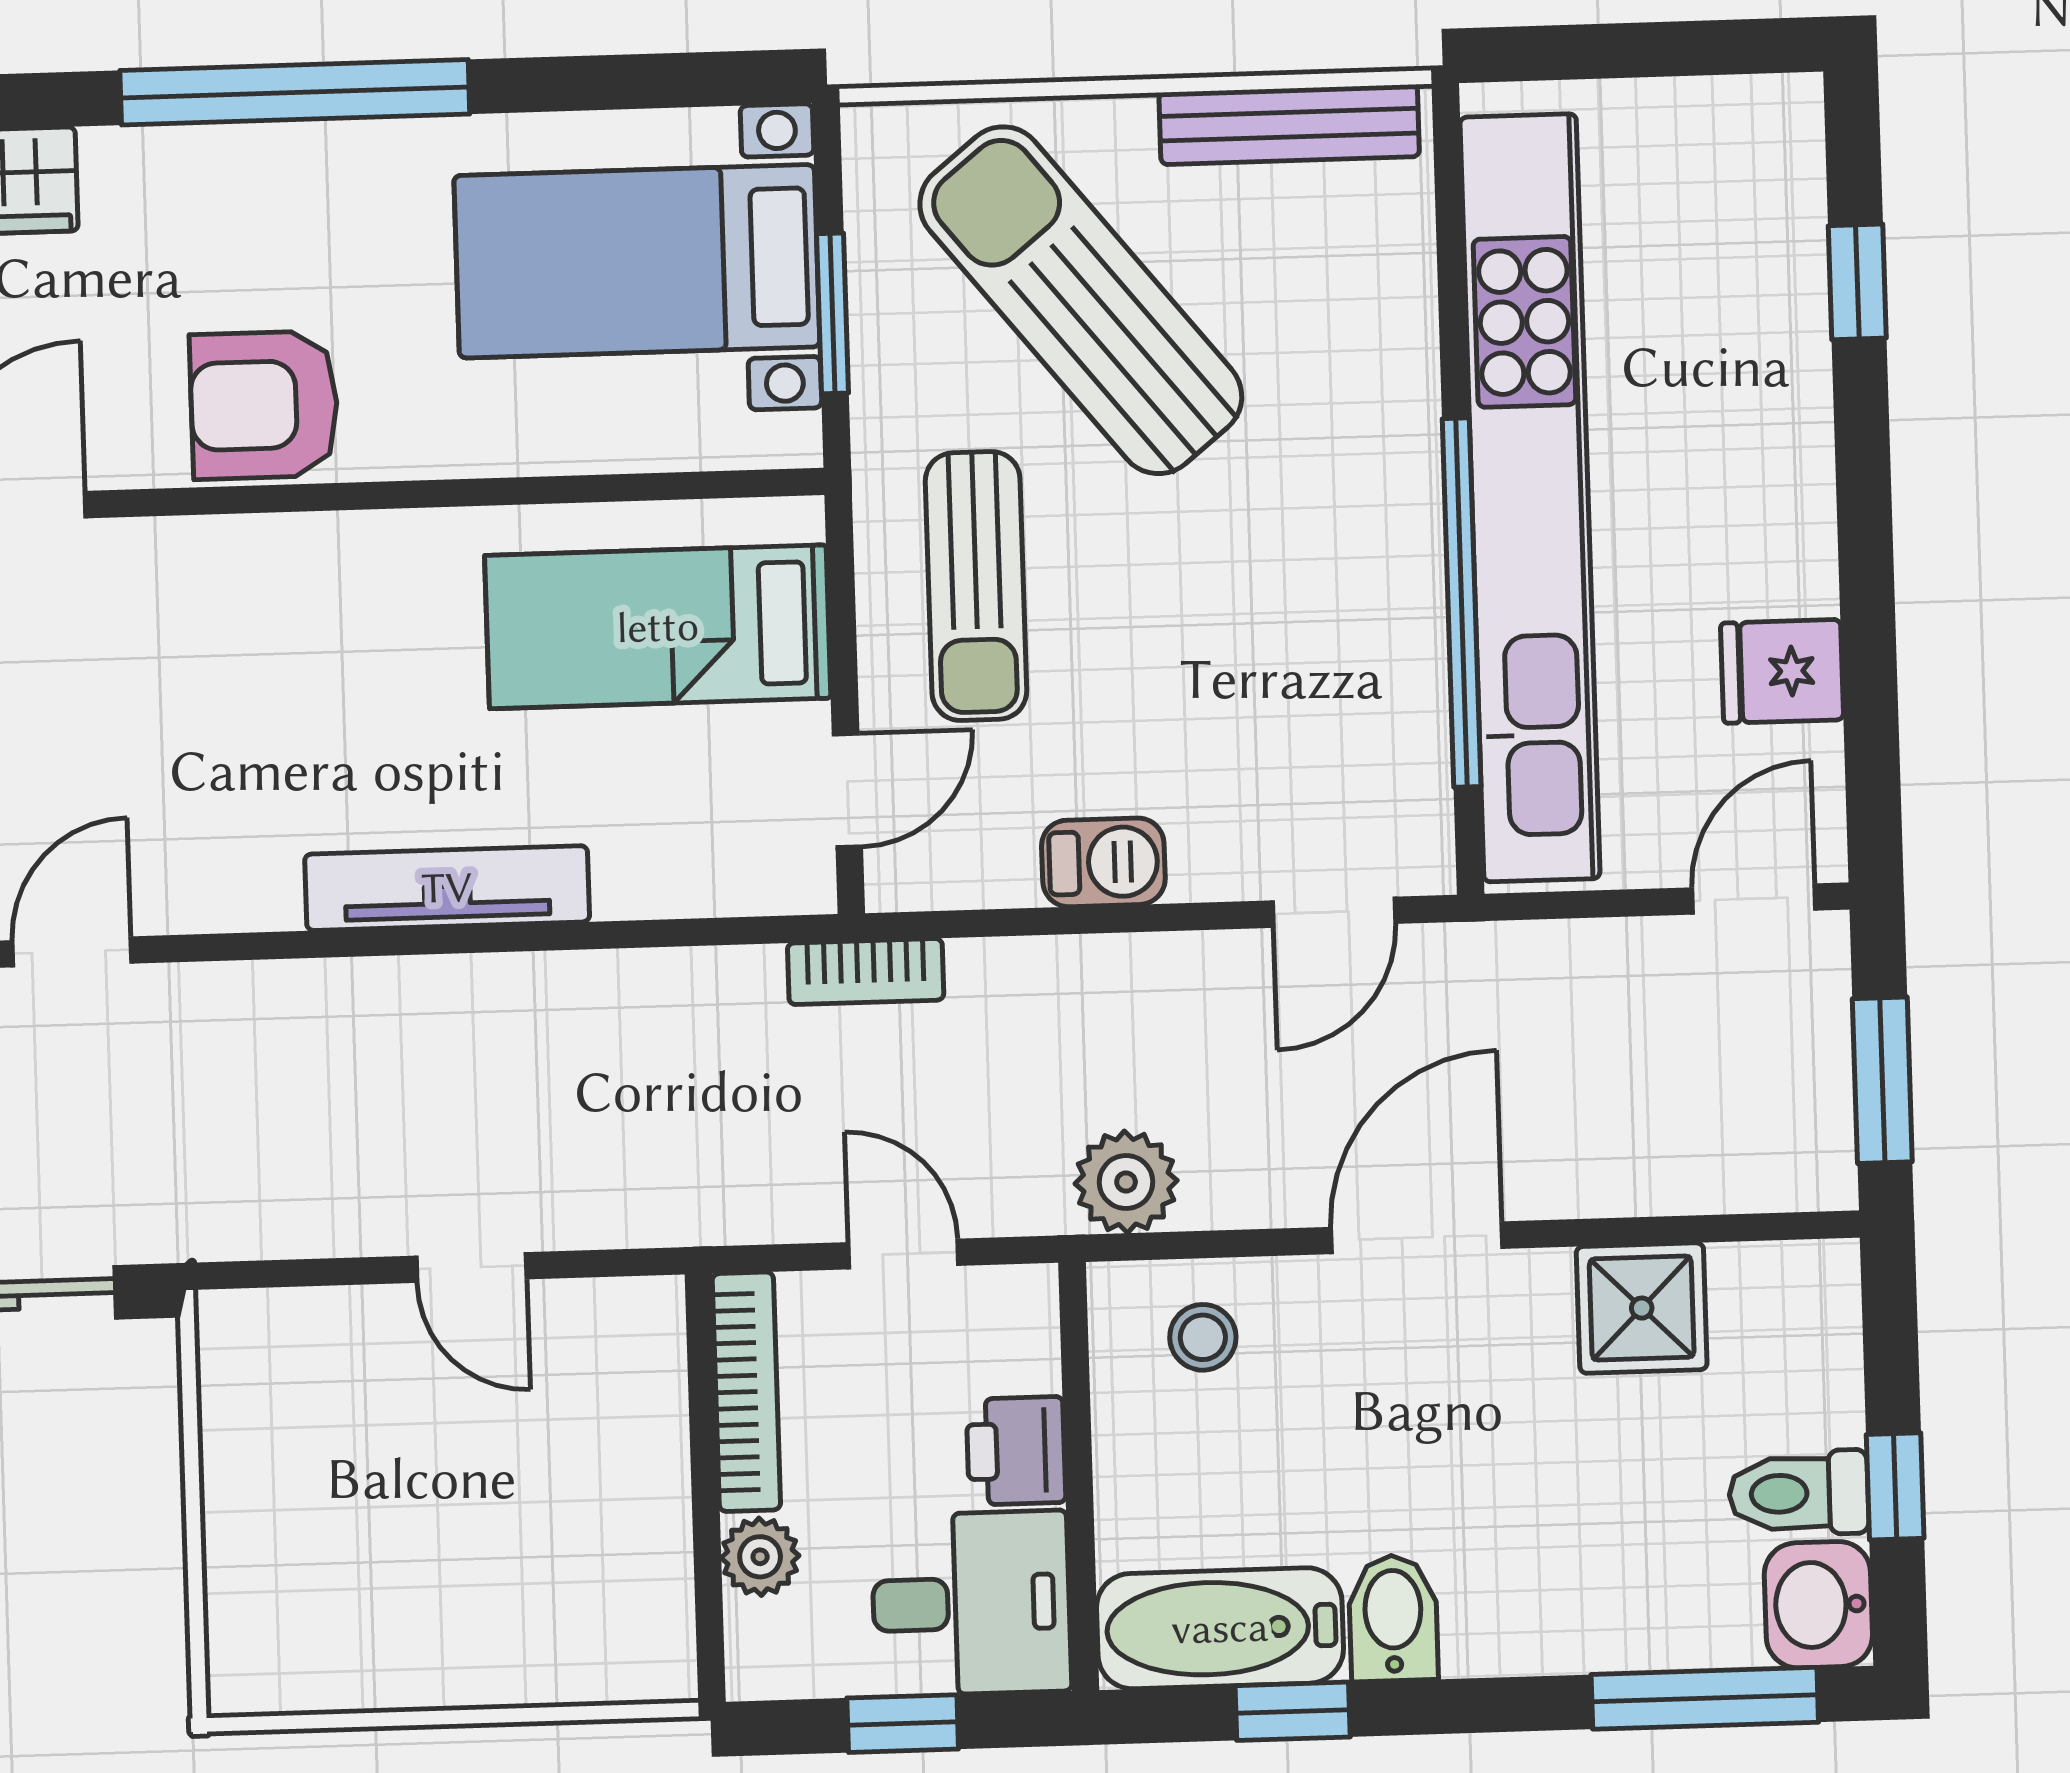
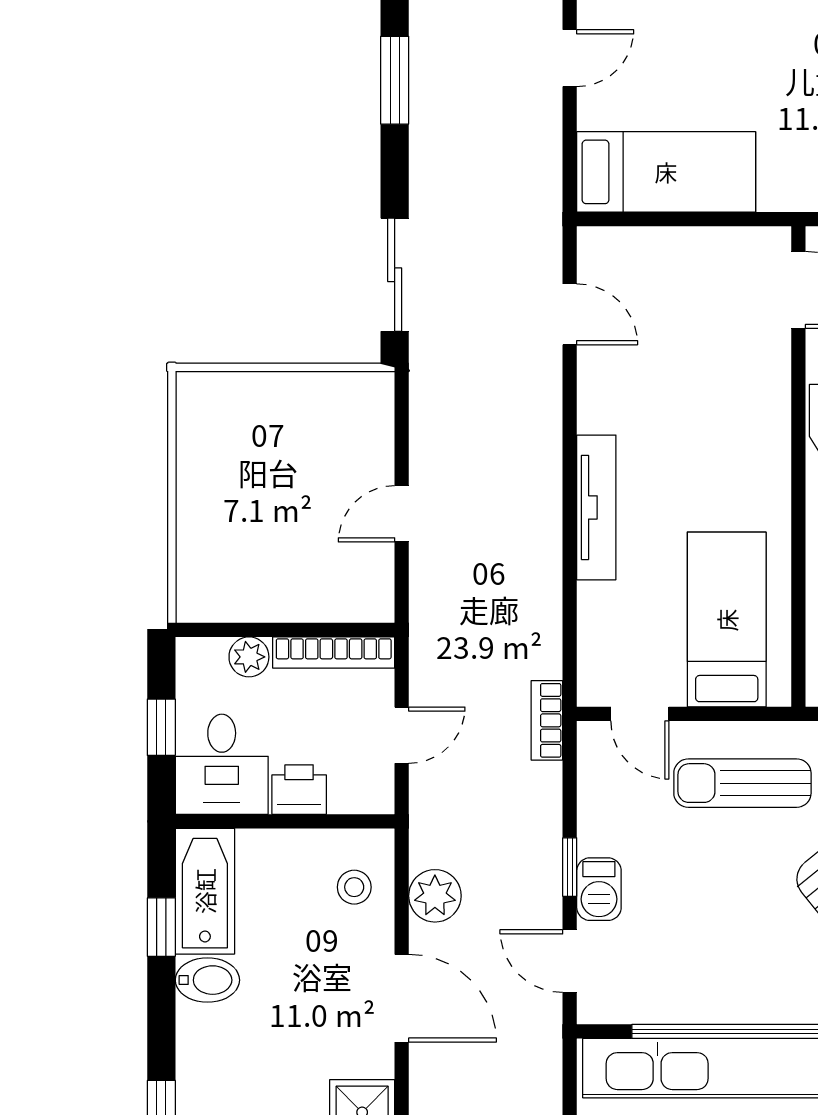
barbecue: (1103, 862) -> (599, 889), moved
window: (1151, 918) -> (570, 867), added
plant: (1126, 1182) -> (435, 896), moved

